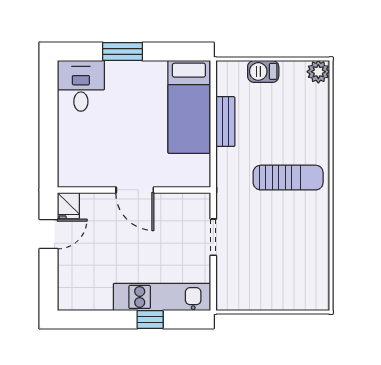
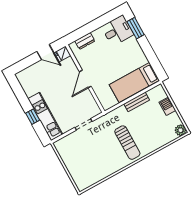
window: (123, 52) -> (136, 28), moved
dresser: (67, 154) -> (85, 41), added

